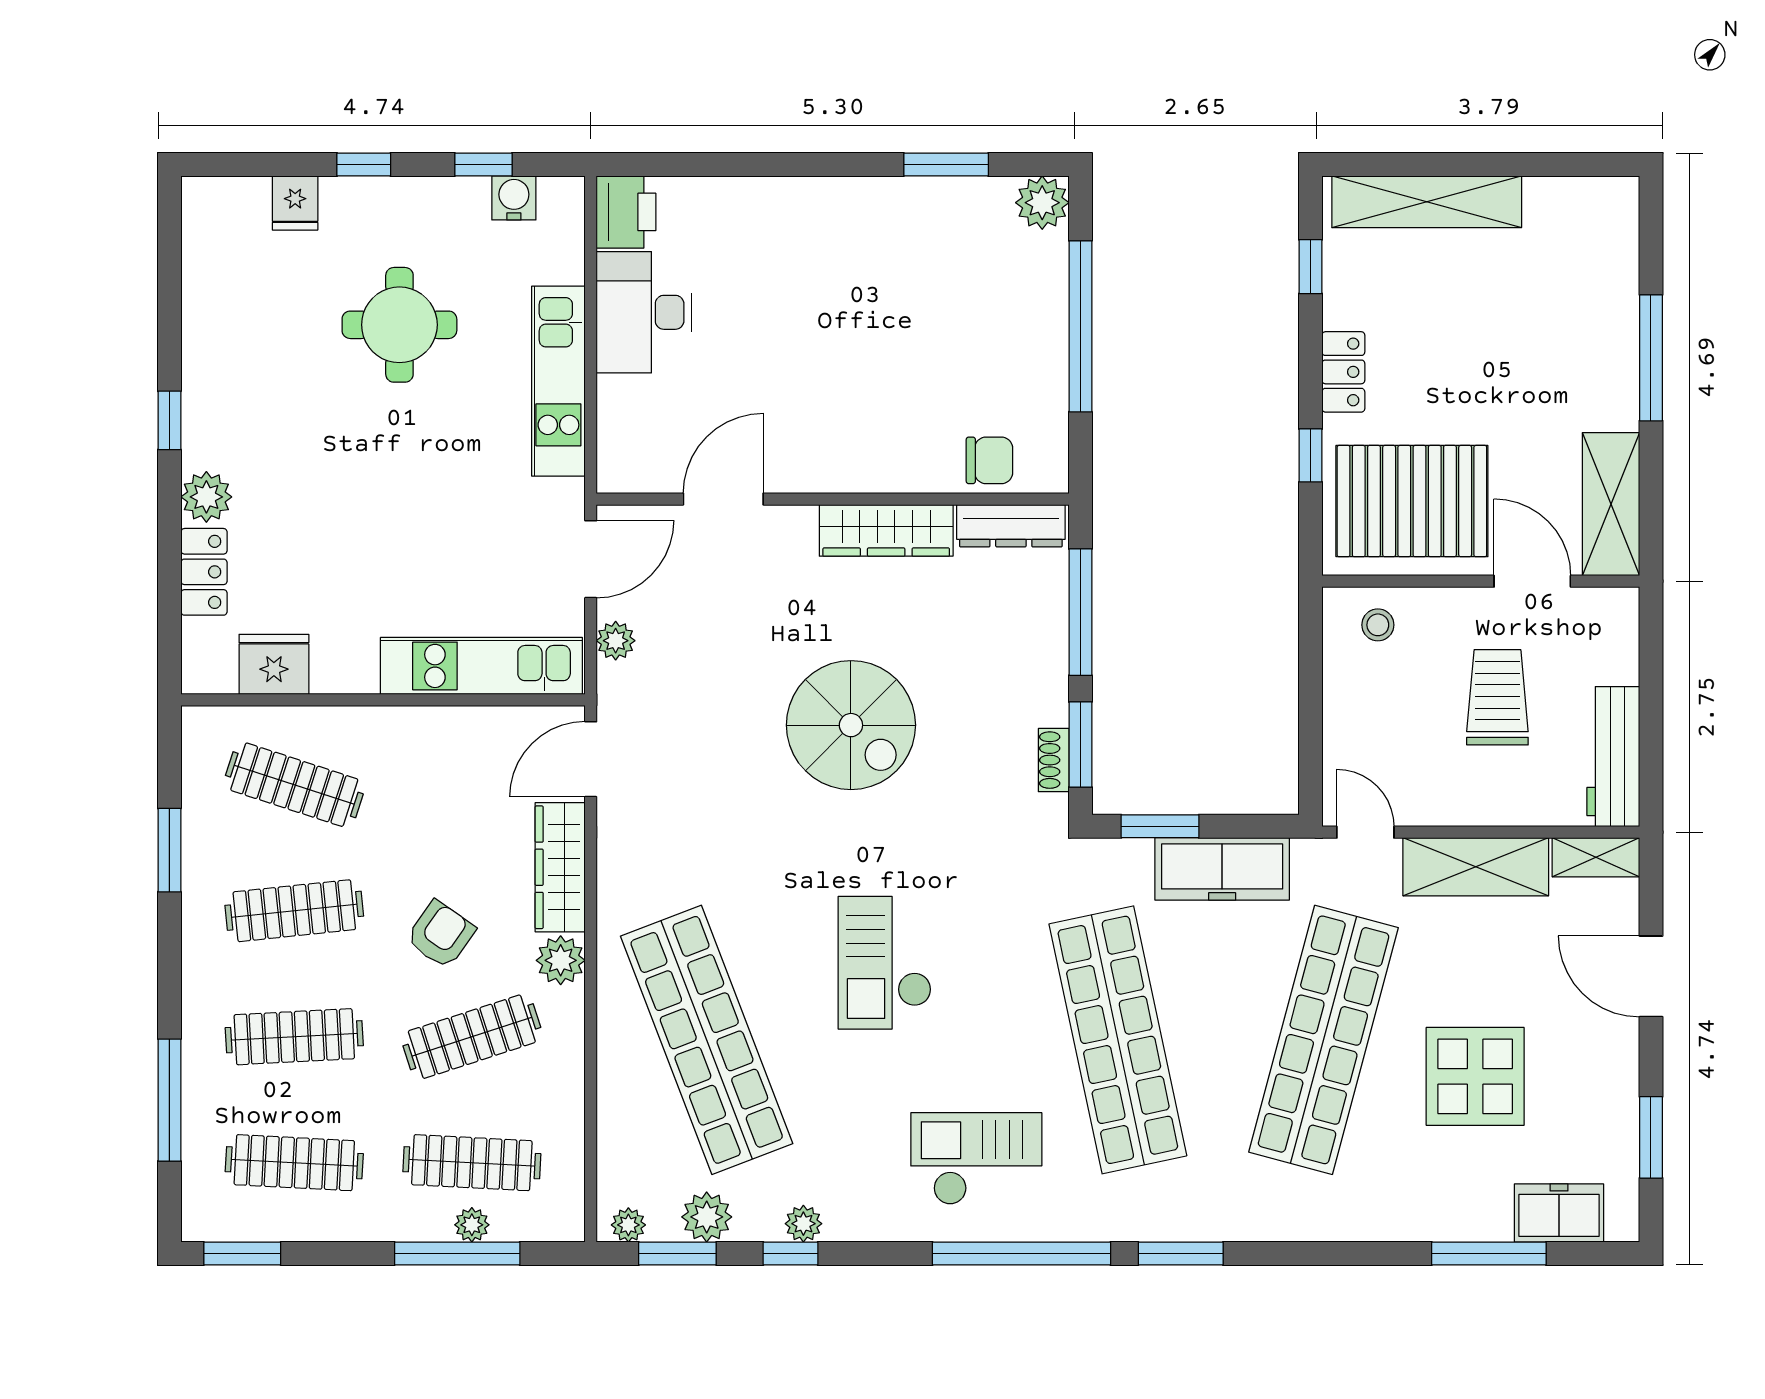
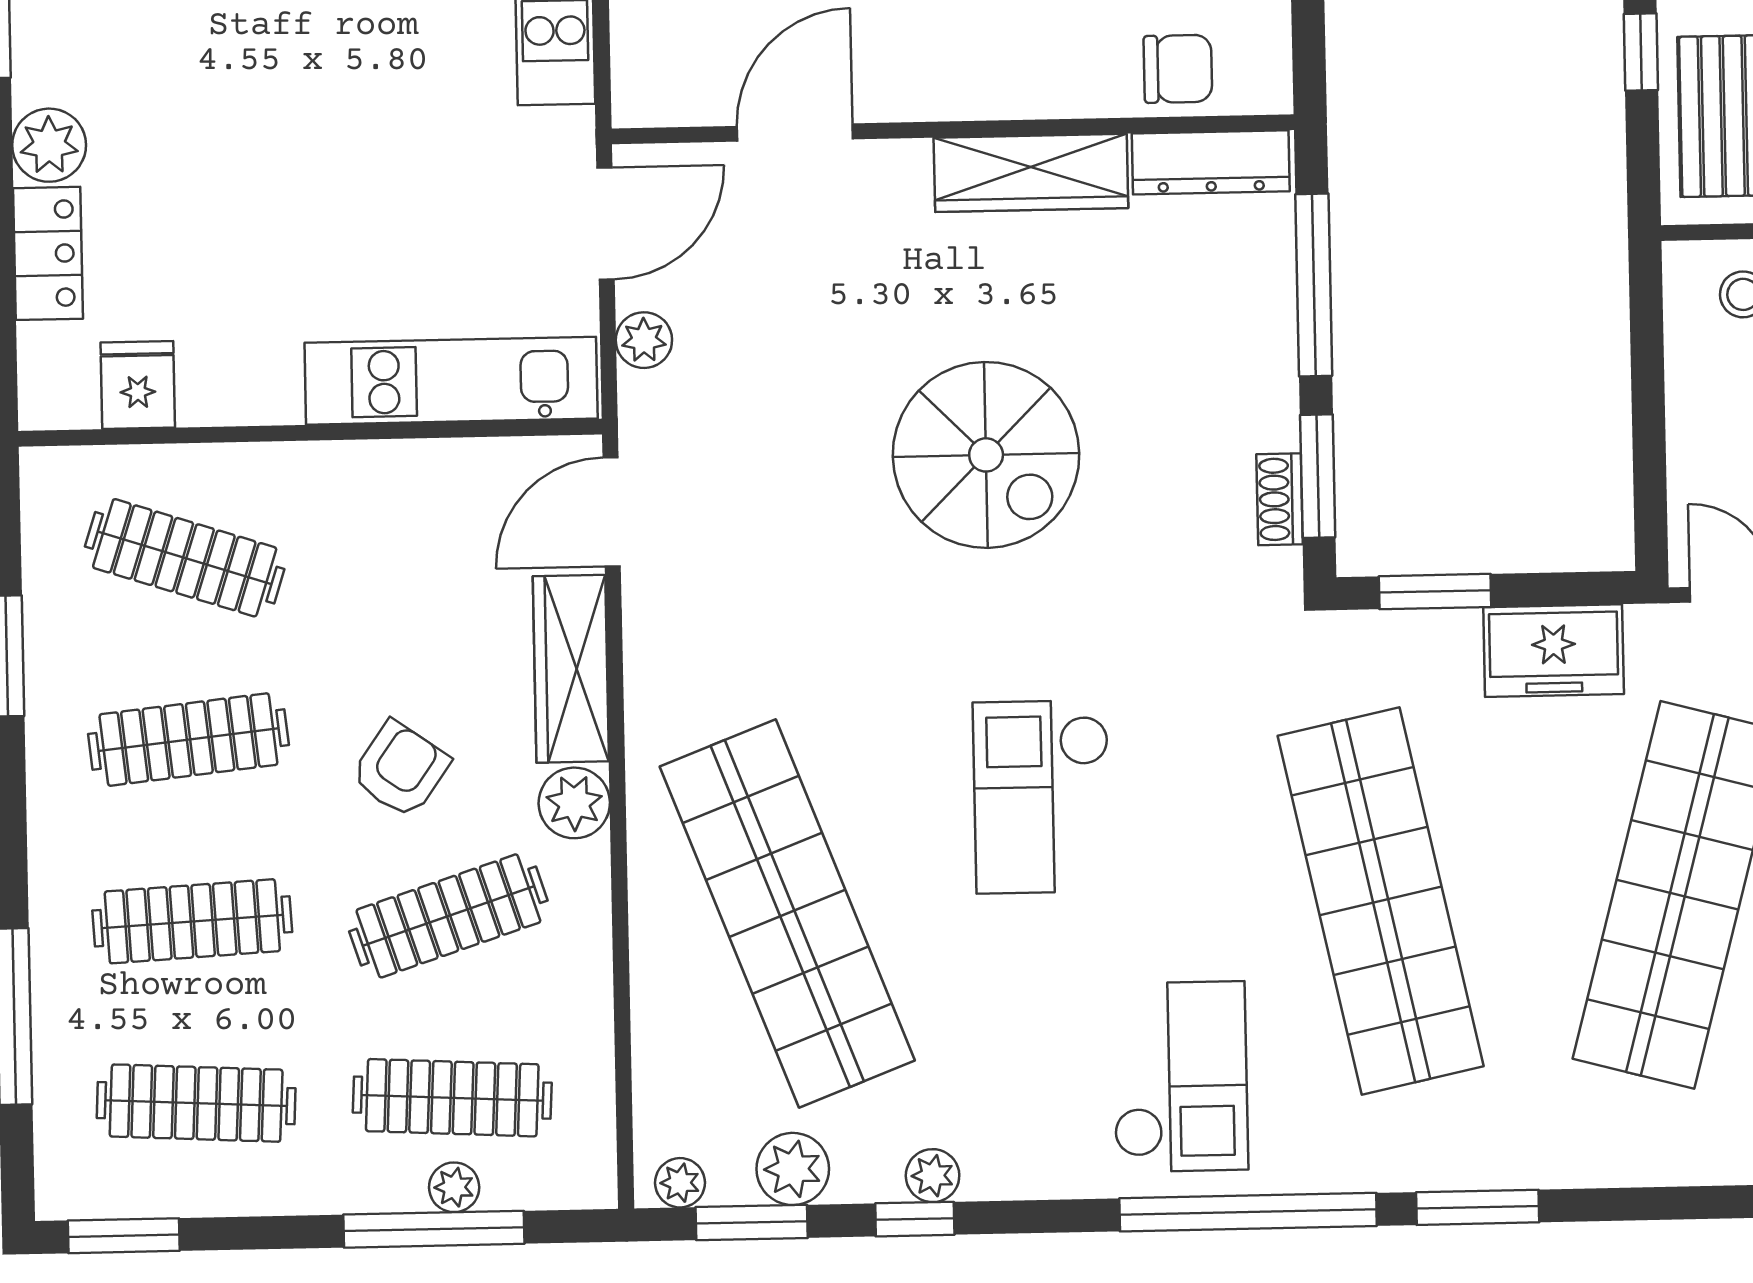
fridge: (274, 664) -> (138, 385), width x0.72
freezer: (1222, 869) -> (1554, 651), width x0.71
checkout: (976, 1159) -> (1180, 1077), turned 90

